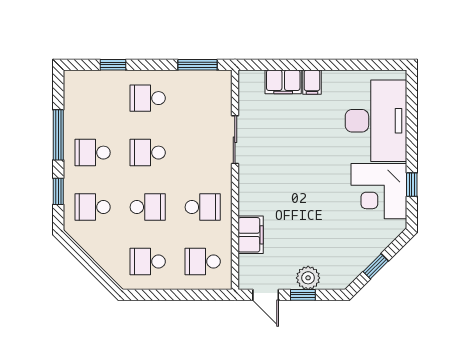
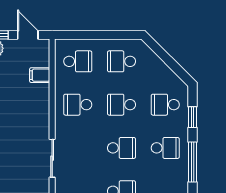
school desk: (93, 207) -> (165, 105), turned 180
filing cabinet: (251, 235) -> (40, 75), width x0.50
school desk: (148, 262) -> (122, 61), turned 180

